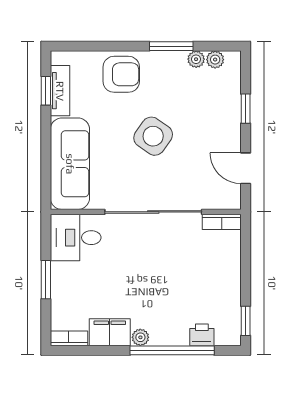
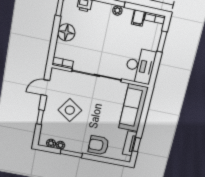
side table: (153, 136) -> (70, 110), moved
door: (246, 168) -> (45, 88), swing flipped
desk: (76, 238) -> (140, 66), width x1.37
floor lamp: (225, 279) -> (66, 32), added
window: (46, 280) -> (162, 42), moved
filing cabinet: (110, 332) -> (138, 18), width x0.50

